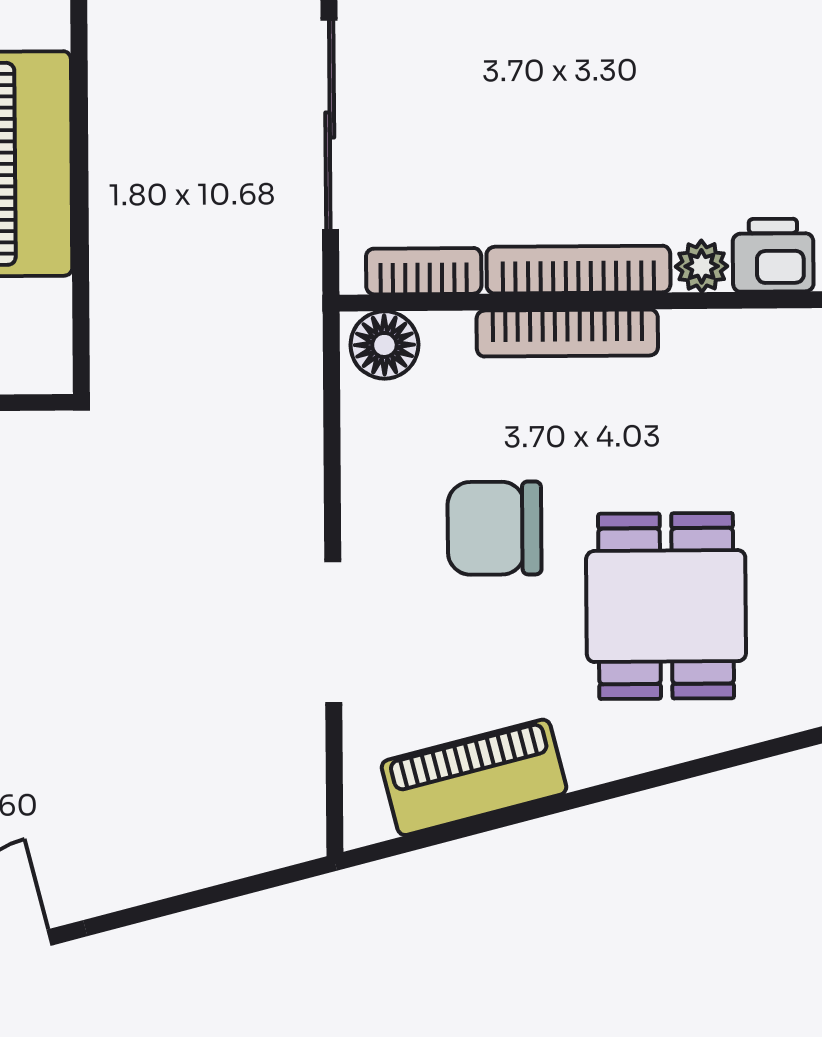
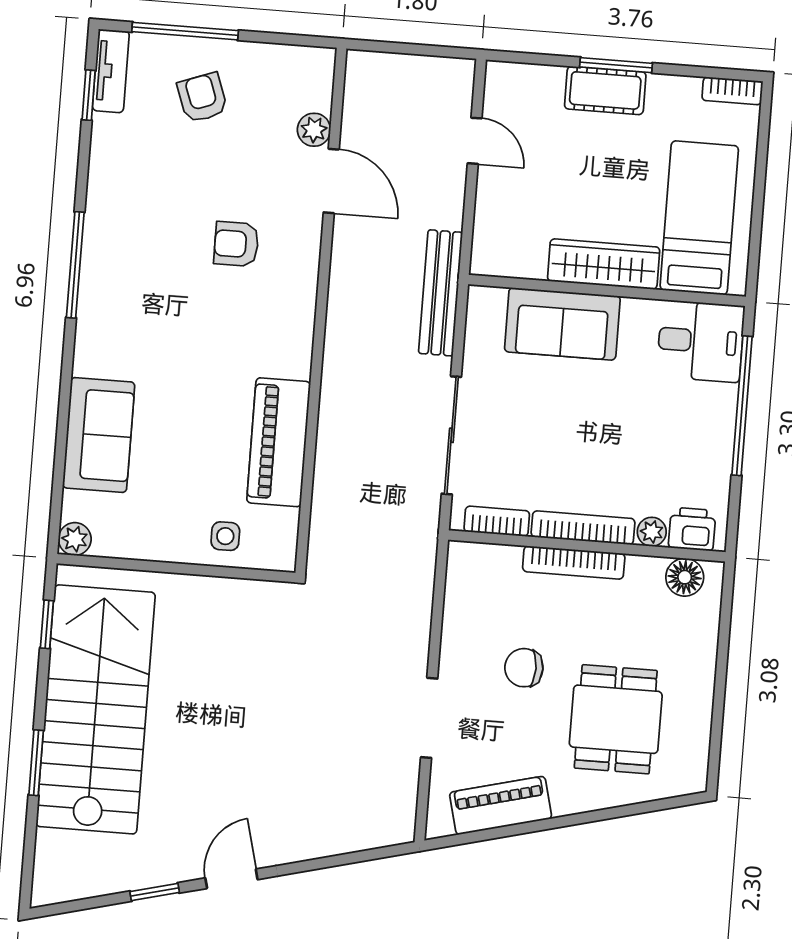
floor lamp: (384, 345) -> (685, 577), moved
chair: (494, 528) -> (524, 668), width x0.73, depth x0.73

